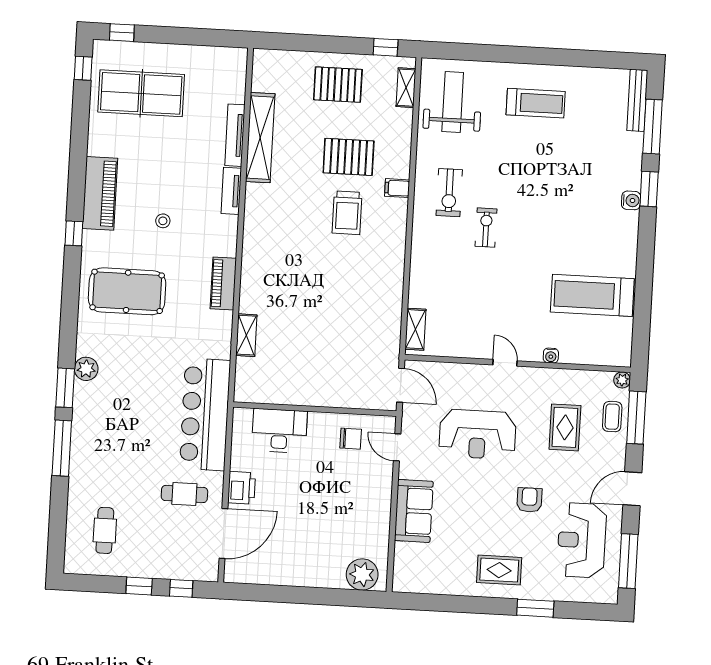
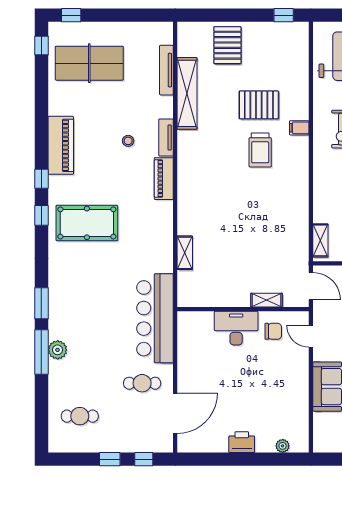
pallet: (338, 85) -> (227, 45), moved, turned 90
shelving: (406, 88) -> (266, 300), moved, turned 90
tv unit: (235, 135) -> (166, 70), moved
stool: (163, 221) -> (128, 141), moved
window: (71, 279) -> (41, 215), added
piano: (223, 283) -> (164, 179), moved
plant: (86, 369) -> (58, 350), moved
desk: (279, 431) -> (236, 328), moved
printer: (242, 488) -> (242, 442), moved, turned -90
cafe table: (105, 530) -> (80, 416), turned 90
plant: (362, 574) -> (283, 446), width x0.53, depth x0.53

